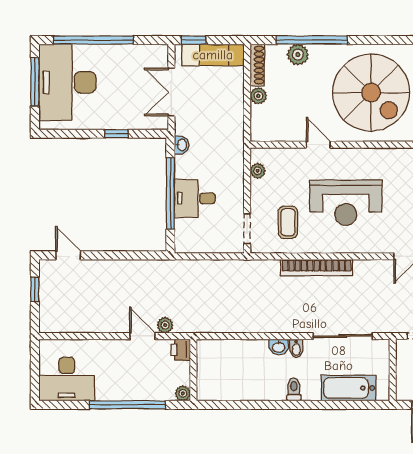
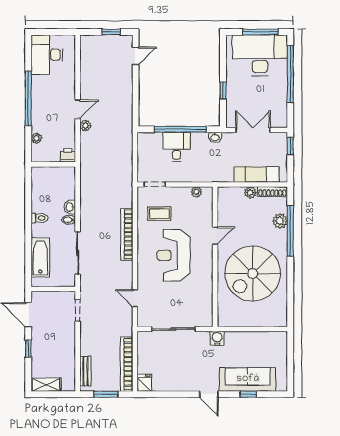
exam couch: (213, 55) -> (257, 174), moved, turned 90
printer: (181, 350) -> (68, 155), moved
wall: (193, 370) -> (53, 164), moved

